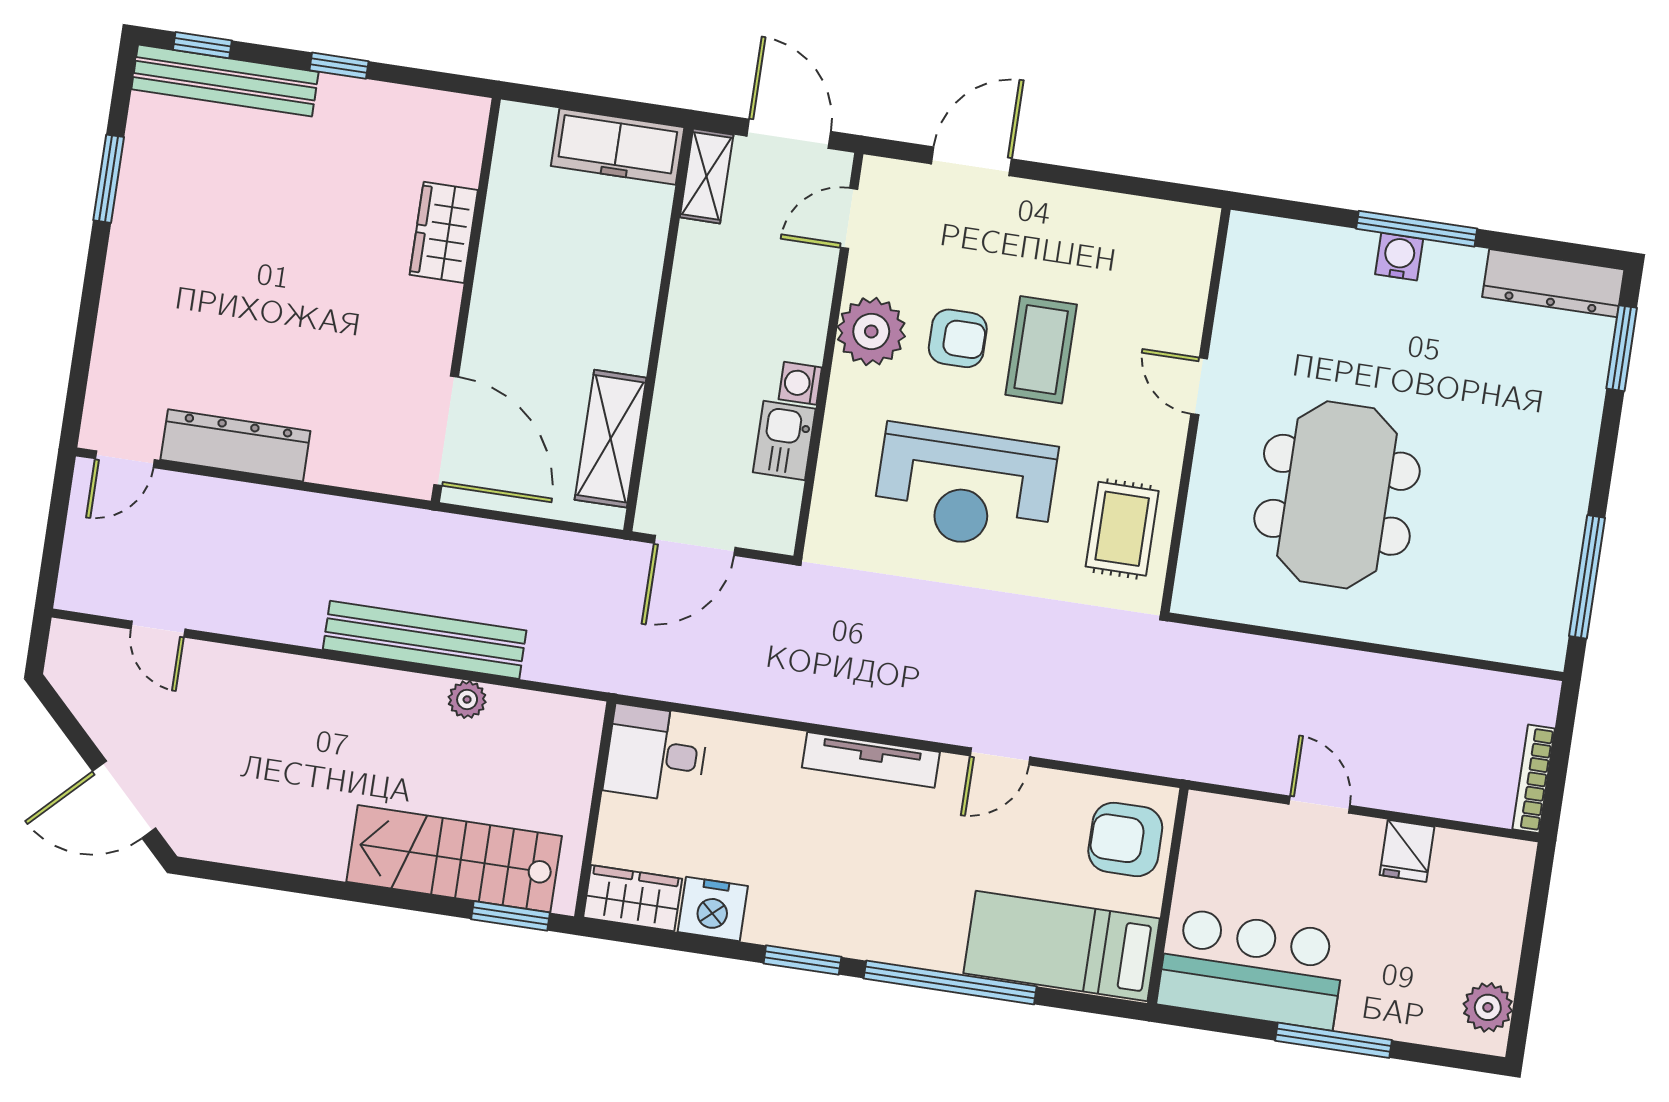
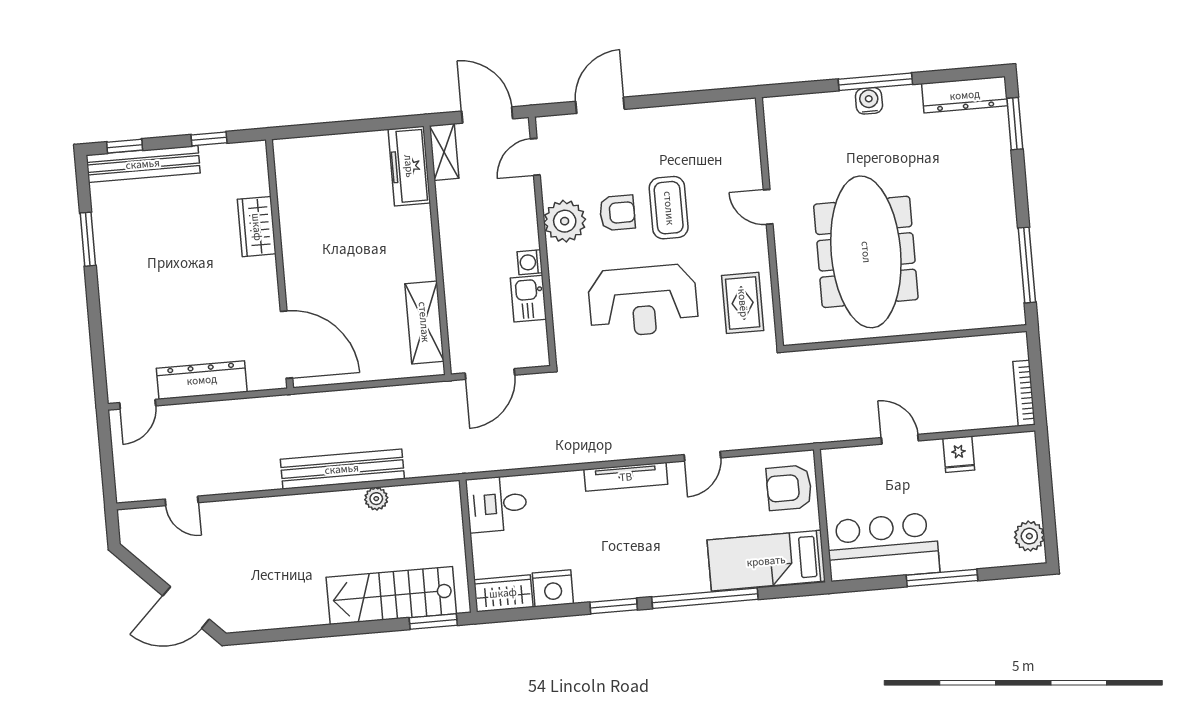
freezer: (618, 147) -> (409, 166), moved, turned 90
wardrobe: (444, 232) -> (257, 227), moved
wall: (466, 300) -> (280, 264), moved
door: (446, 431) -> (286, 345), moved
meeting table: (1337, 495) -> (866, 252), width x1.36

